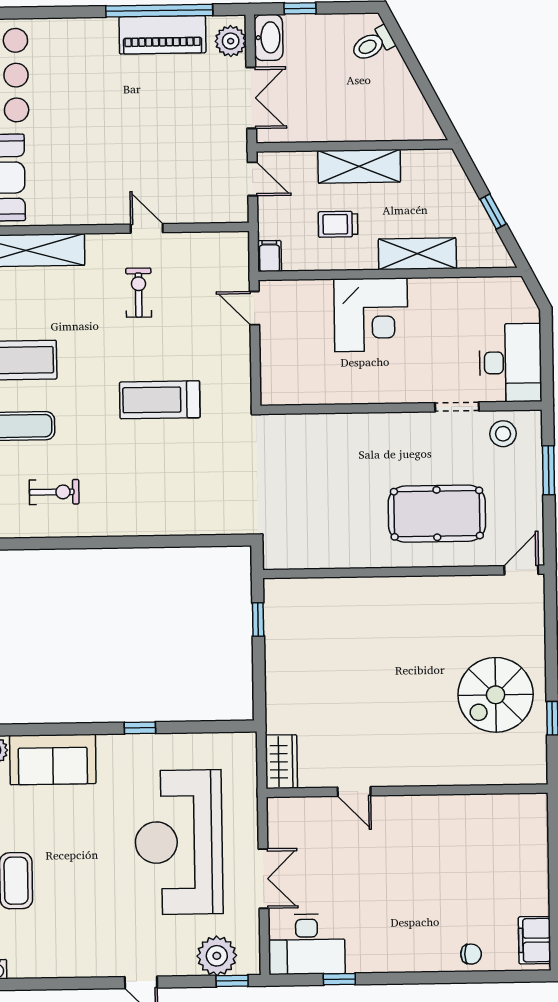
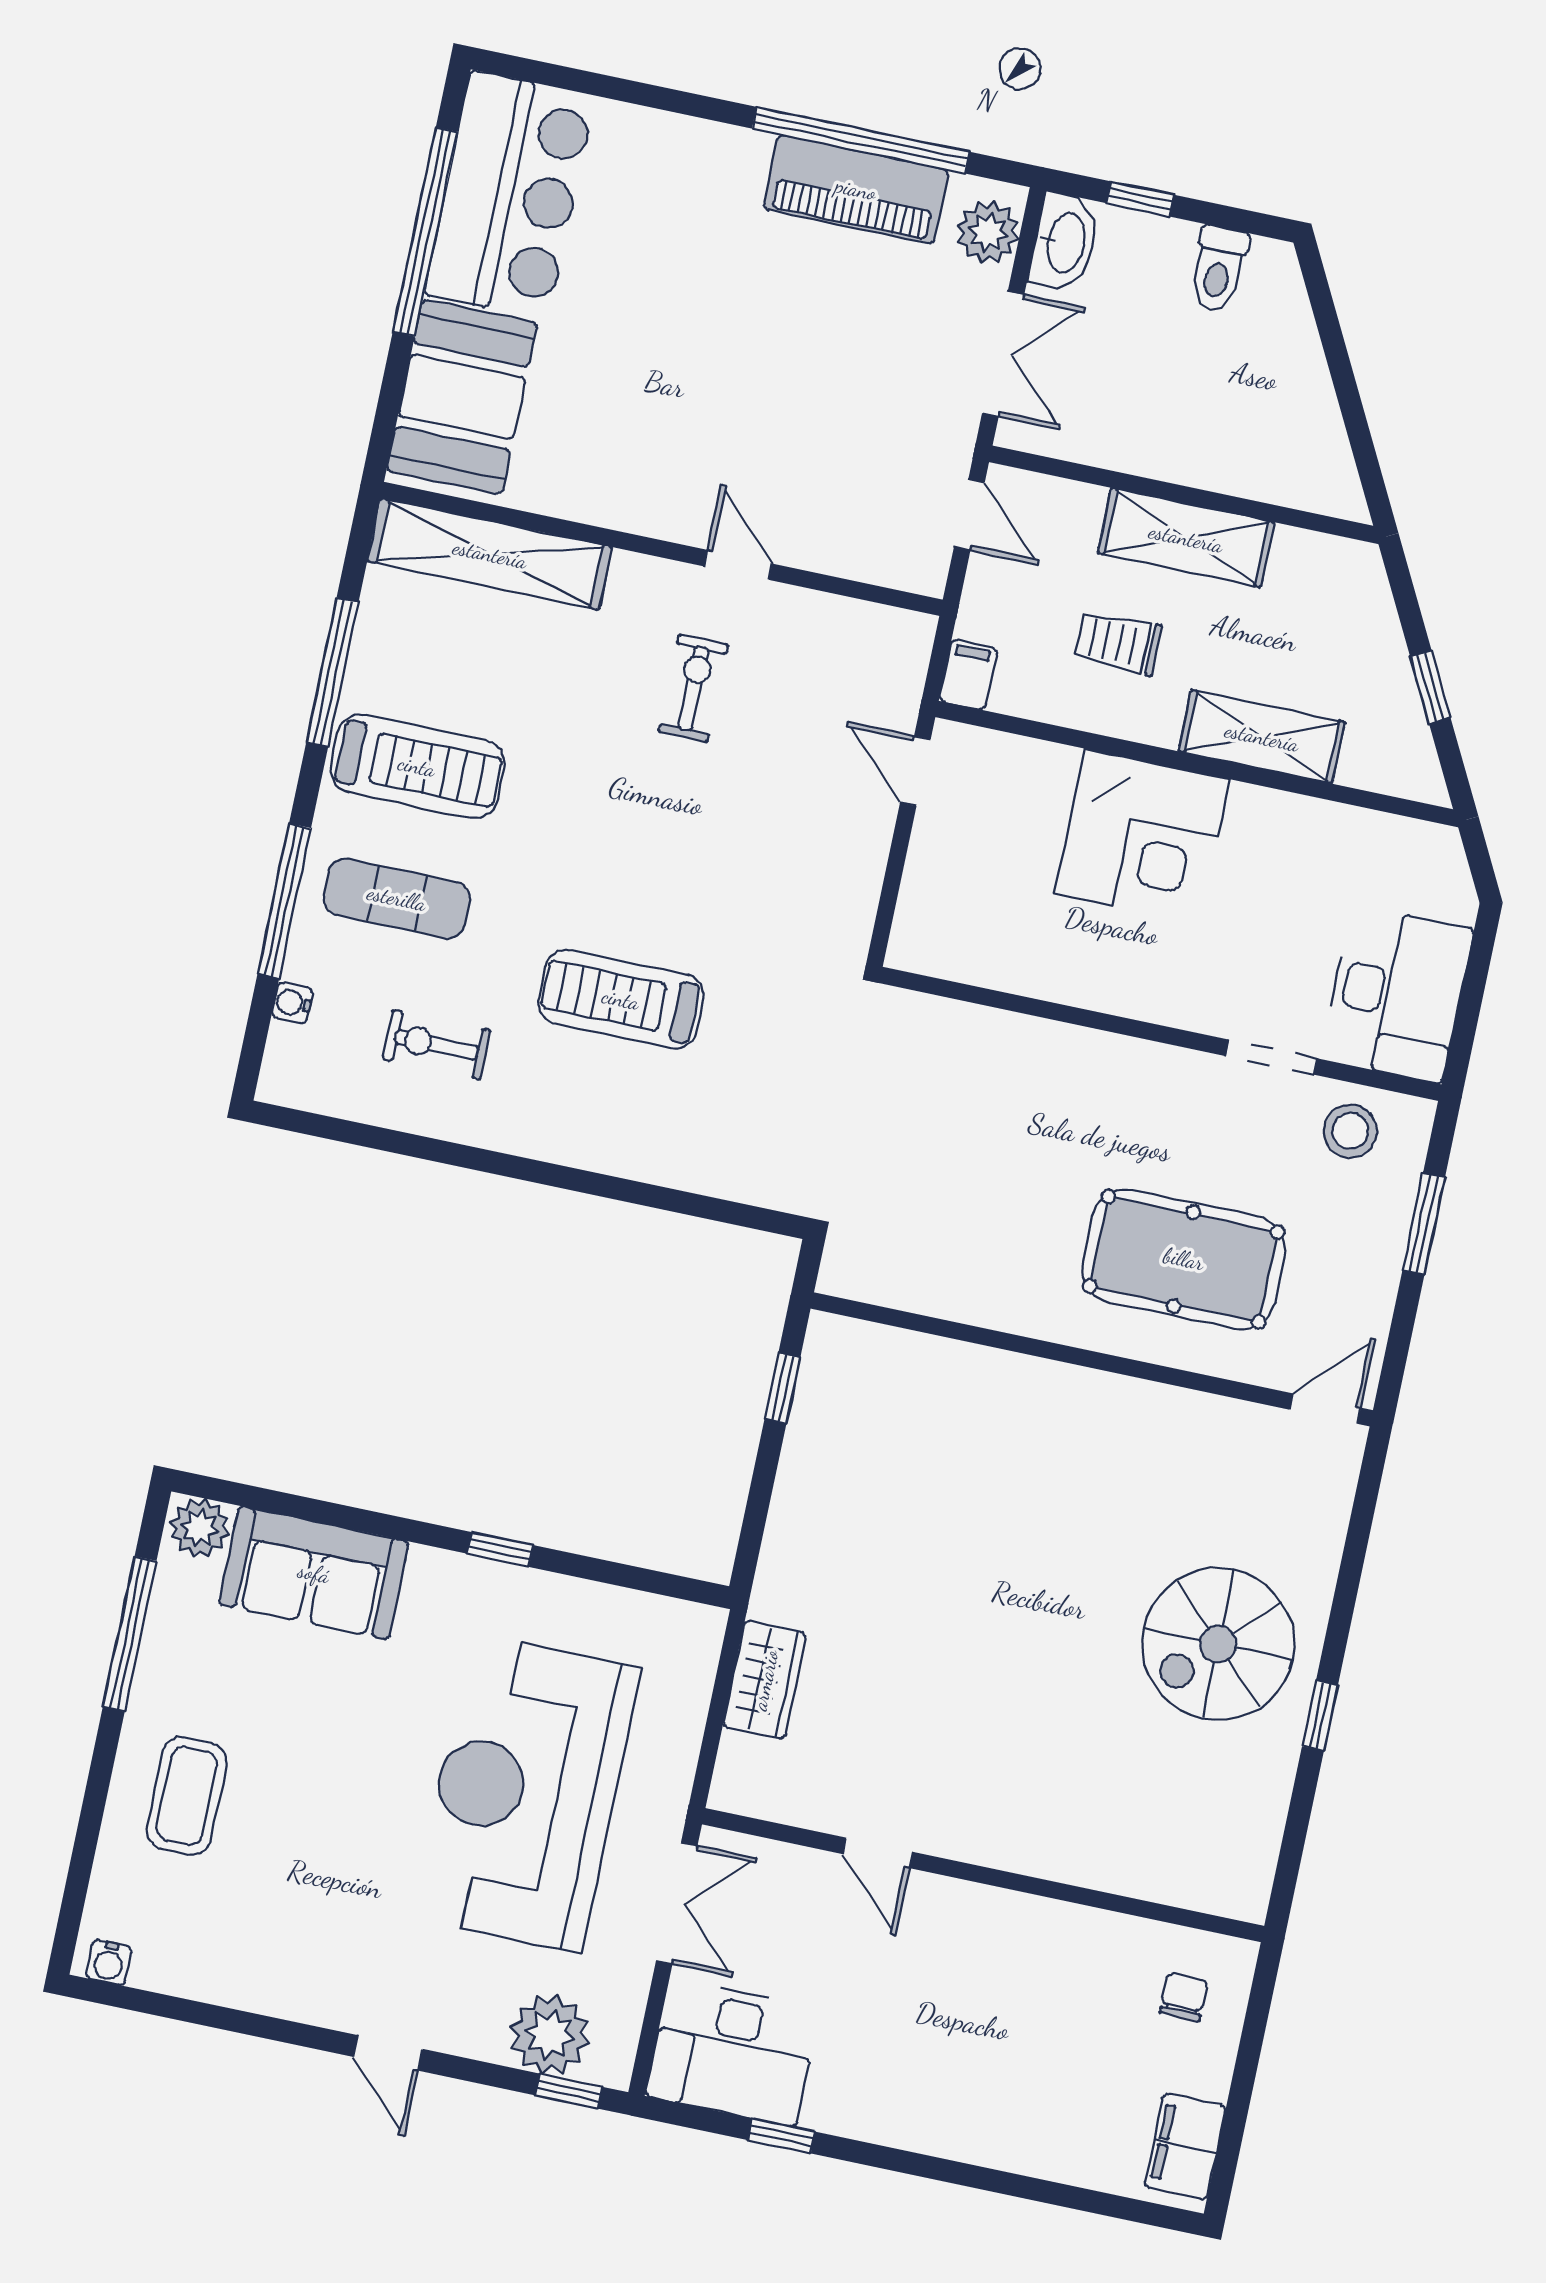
toilet: (373, 44) -> (1219, 269), moved, turned -62
treadmill: (160, 400) -> (621, 999), moved
exercise bike: (54, 492) -> (437, 1045), turned 180
wall: (407, 791) -> (983, 1875), moved
door: (354, 792) -> (878, 1853), moved
chair: (471, 954) -> (1183, 1997), moved, turned -90

